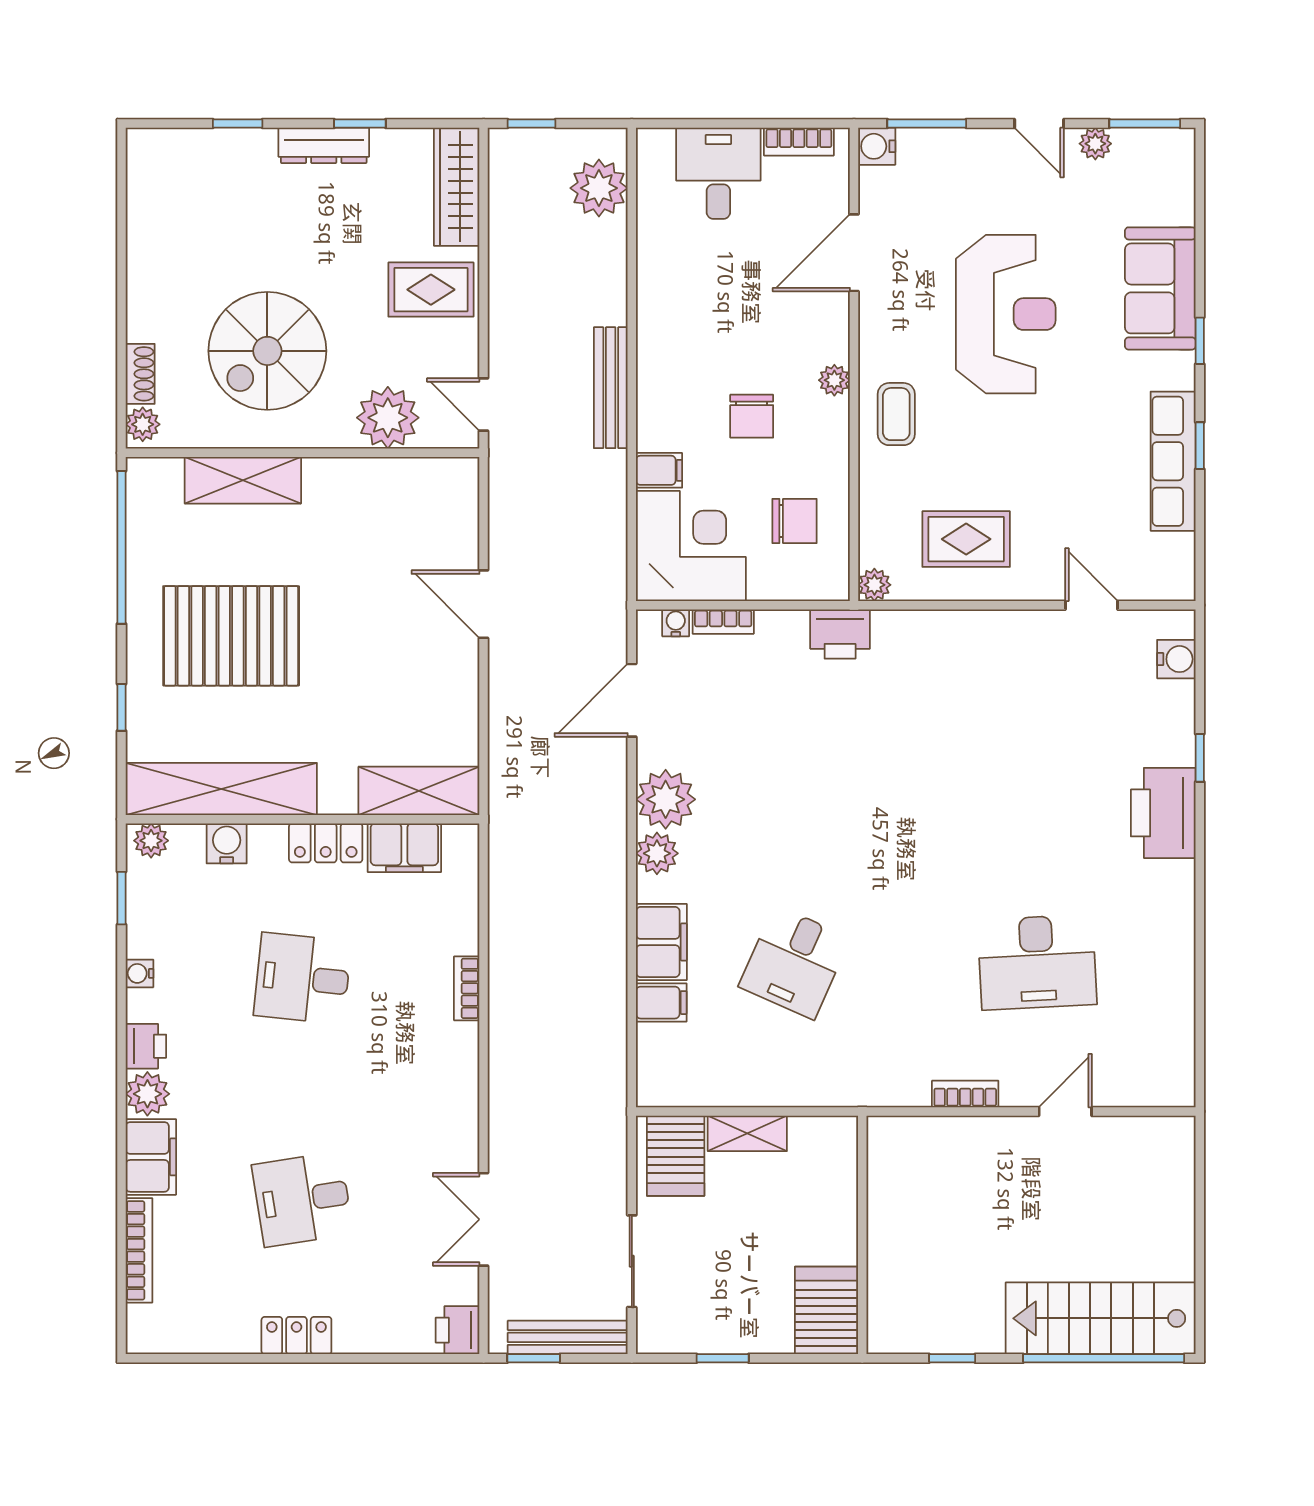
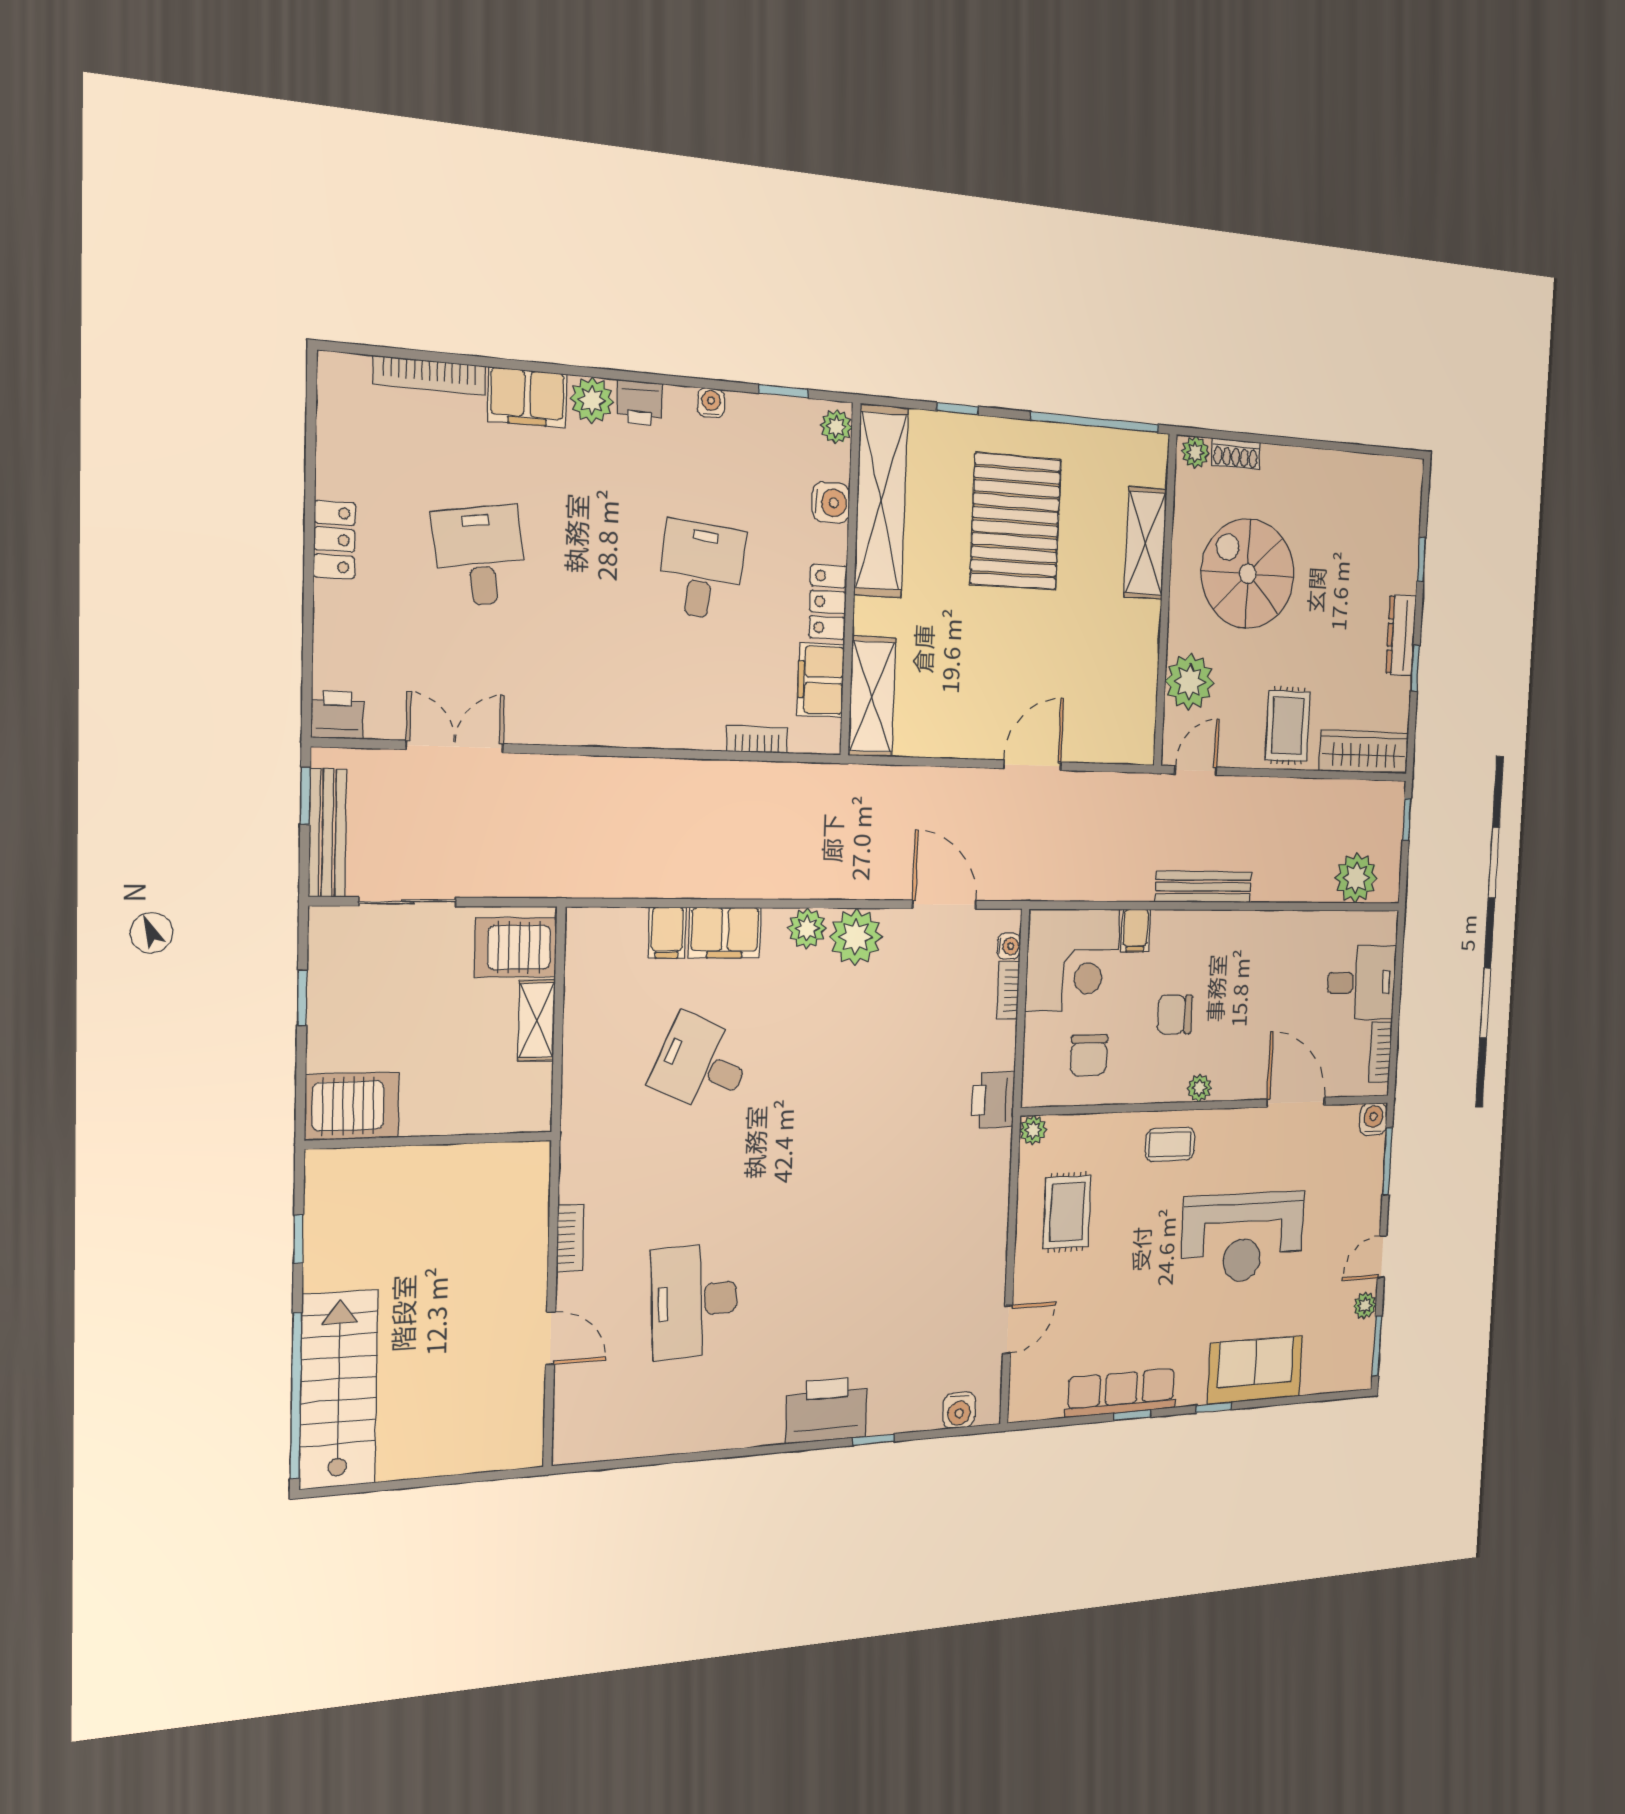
bookcase: (467, 988) -> (757, 740), moved

